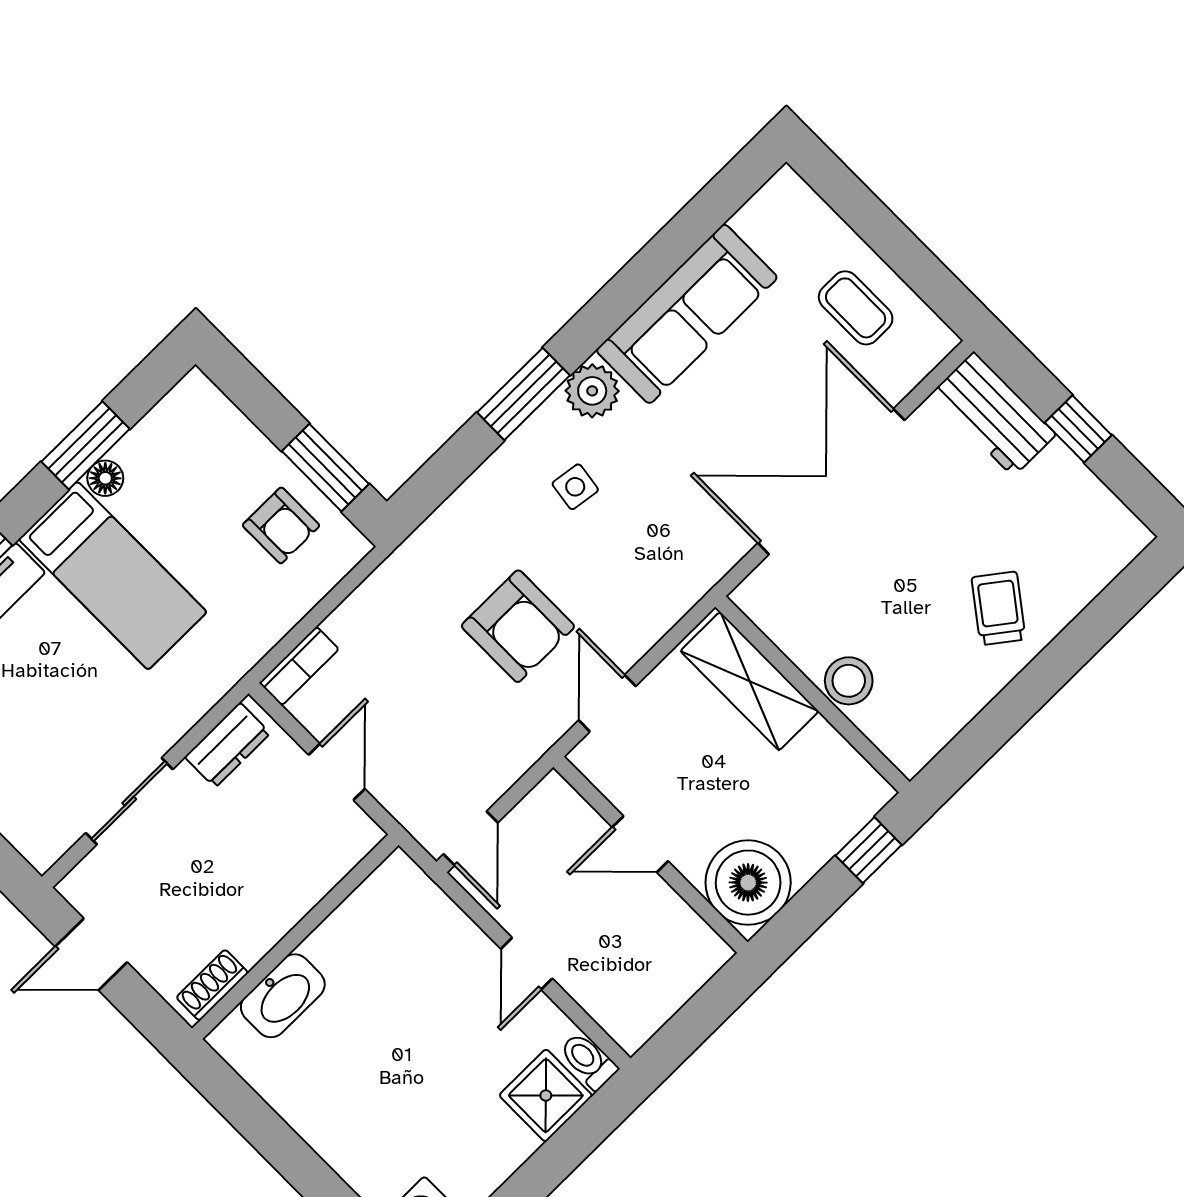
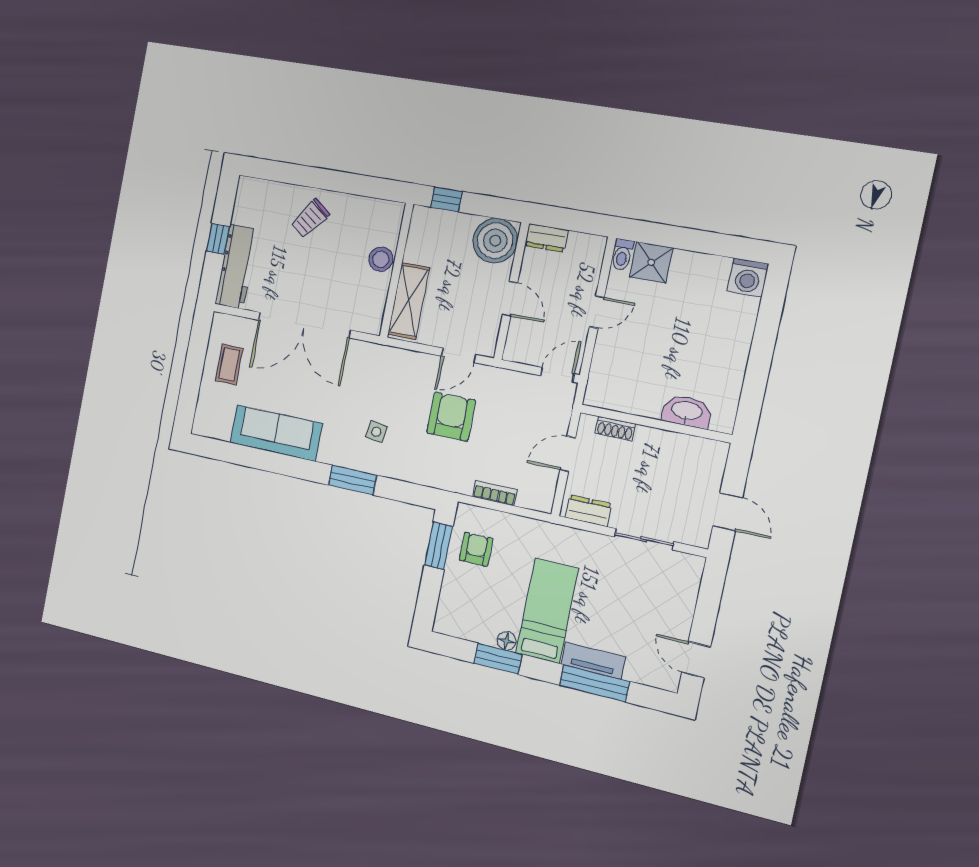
plant: (592, 391) -> (332, 452), removed
workbench: (993, 414) -> (236, 267), width x1.38
bookcase: (299, 666) -> (495, 493), moved
dresser: (696, 964) -> (546, 238), added
shoe rack: (212, 985) -> (615, 429), moved

